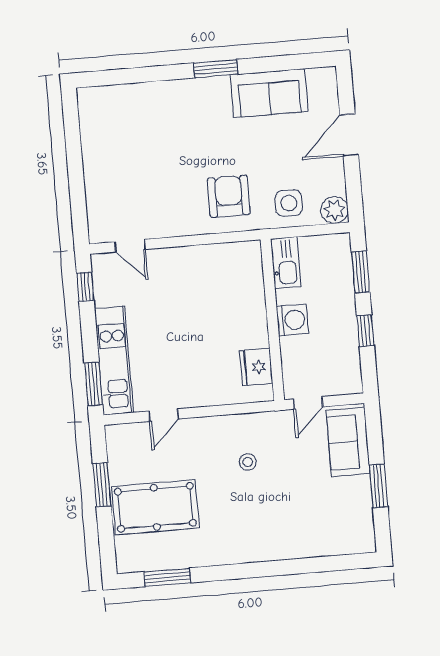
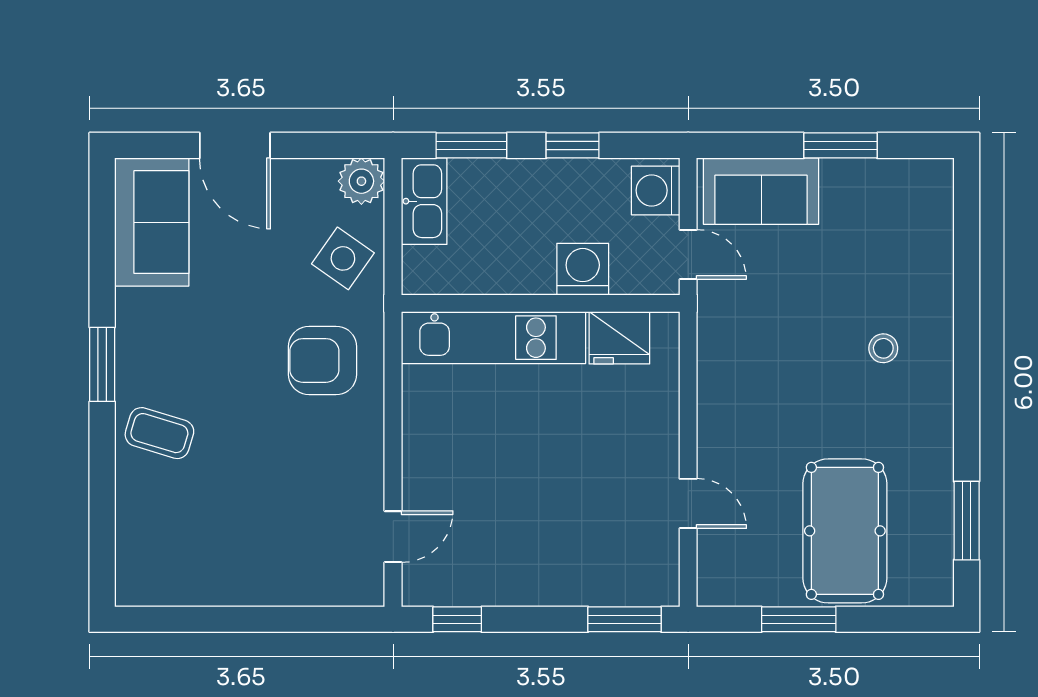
sofa: (269, 93) -> (152, 222), moved
coffee table: (179, 105) -> (159, 433), added
side table: (289, 203) -> (343, 258), turned 35
kitchen sink: (286, 263) -> (424, 201), moved, turned 90
washing machine: (292, 320) -> (583, 269), moved
kitchen unit: (114, 361) -> (494, 338), moved, turned 180
washing machine: (343, 381) -> (656, 190), added
stool: (248, 462) -> (883, 348), moved

